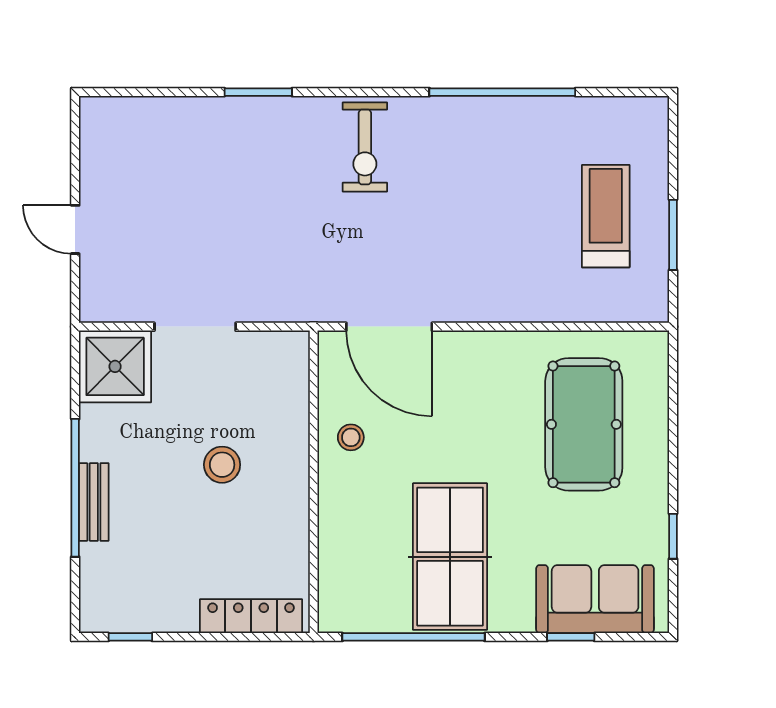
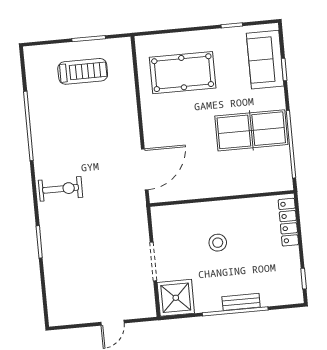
treadmill: (606, 216) -> (83, 71), turned 180
stool: (351, 437) -> (199, 183), removed

